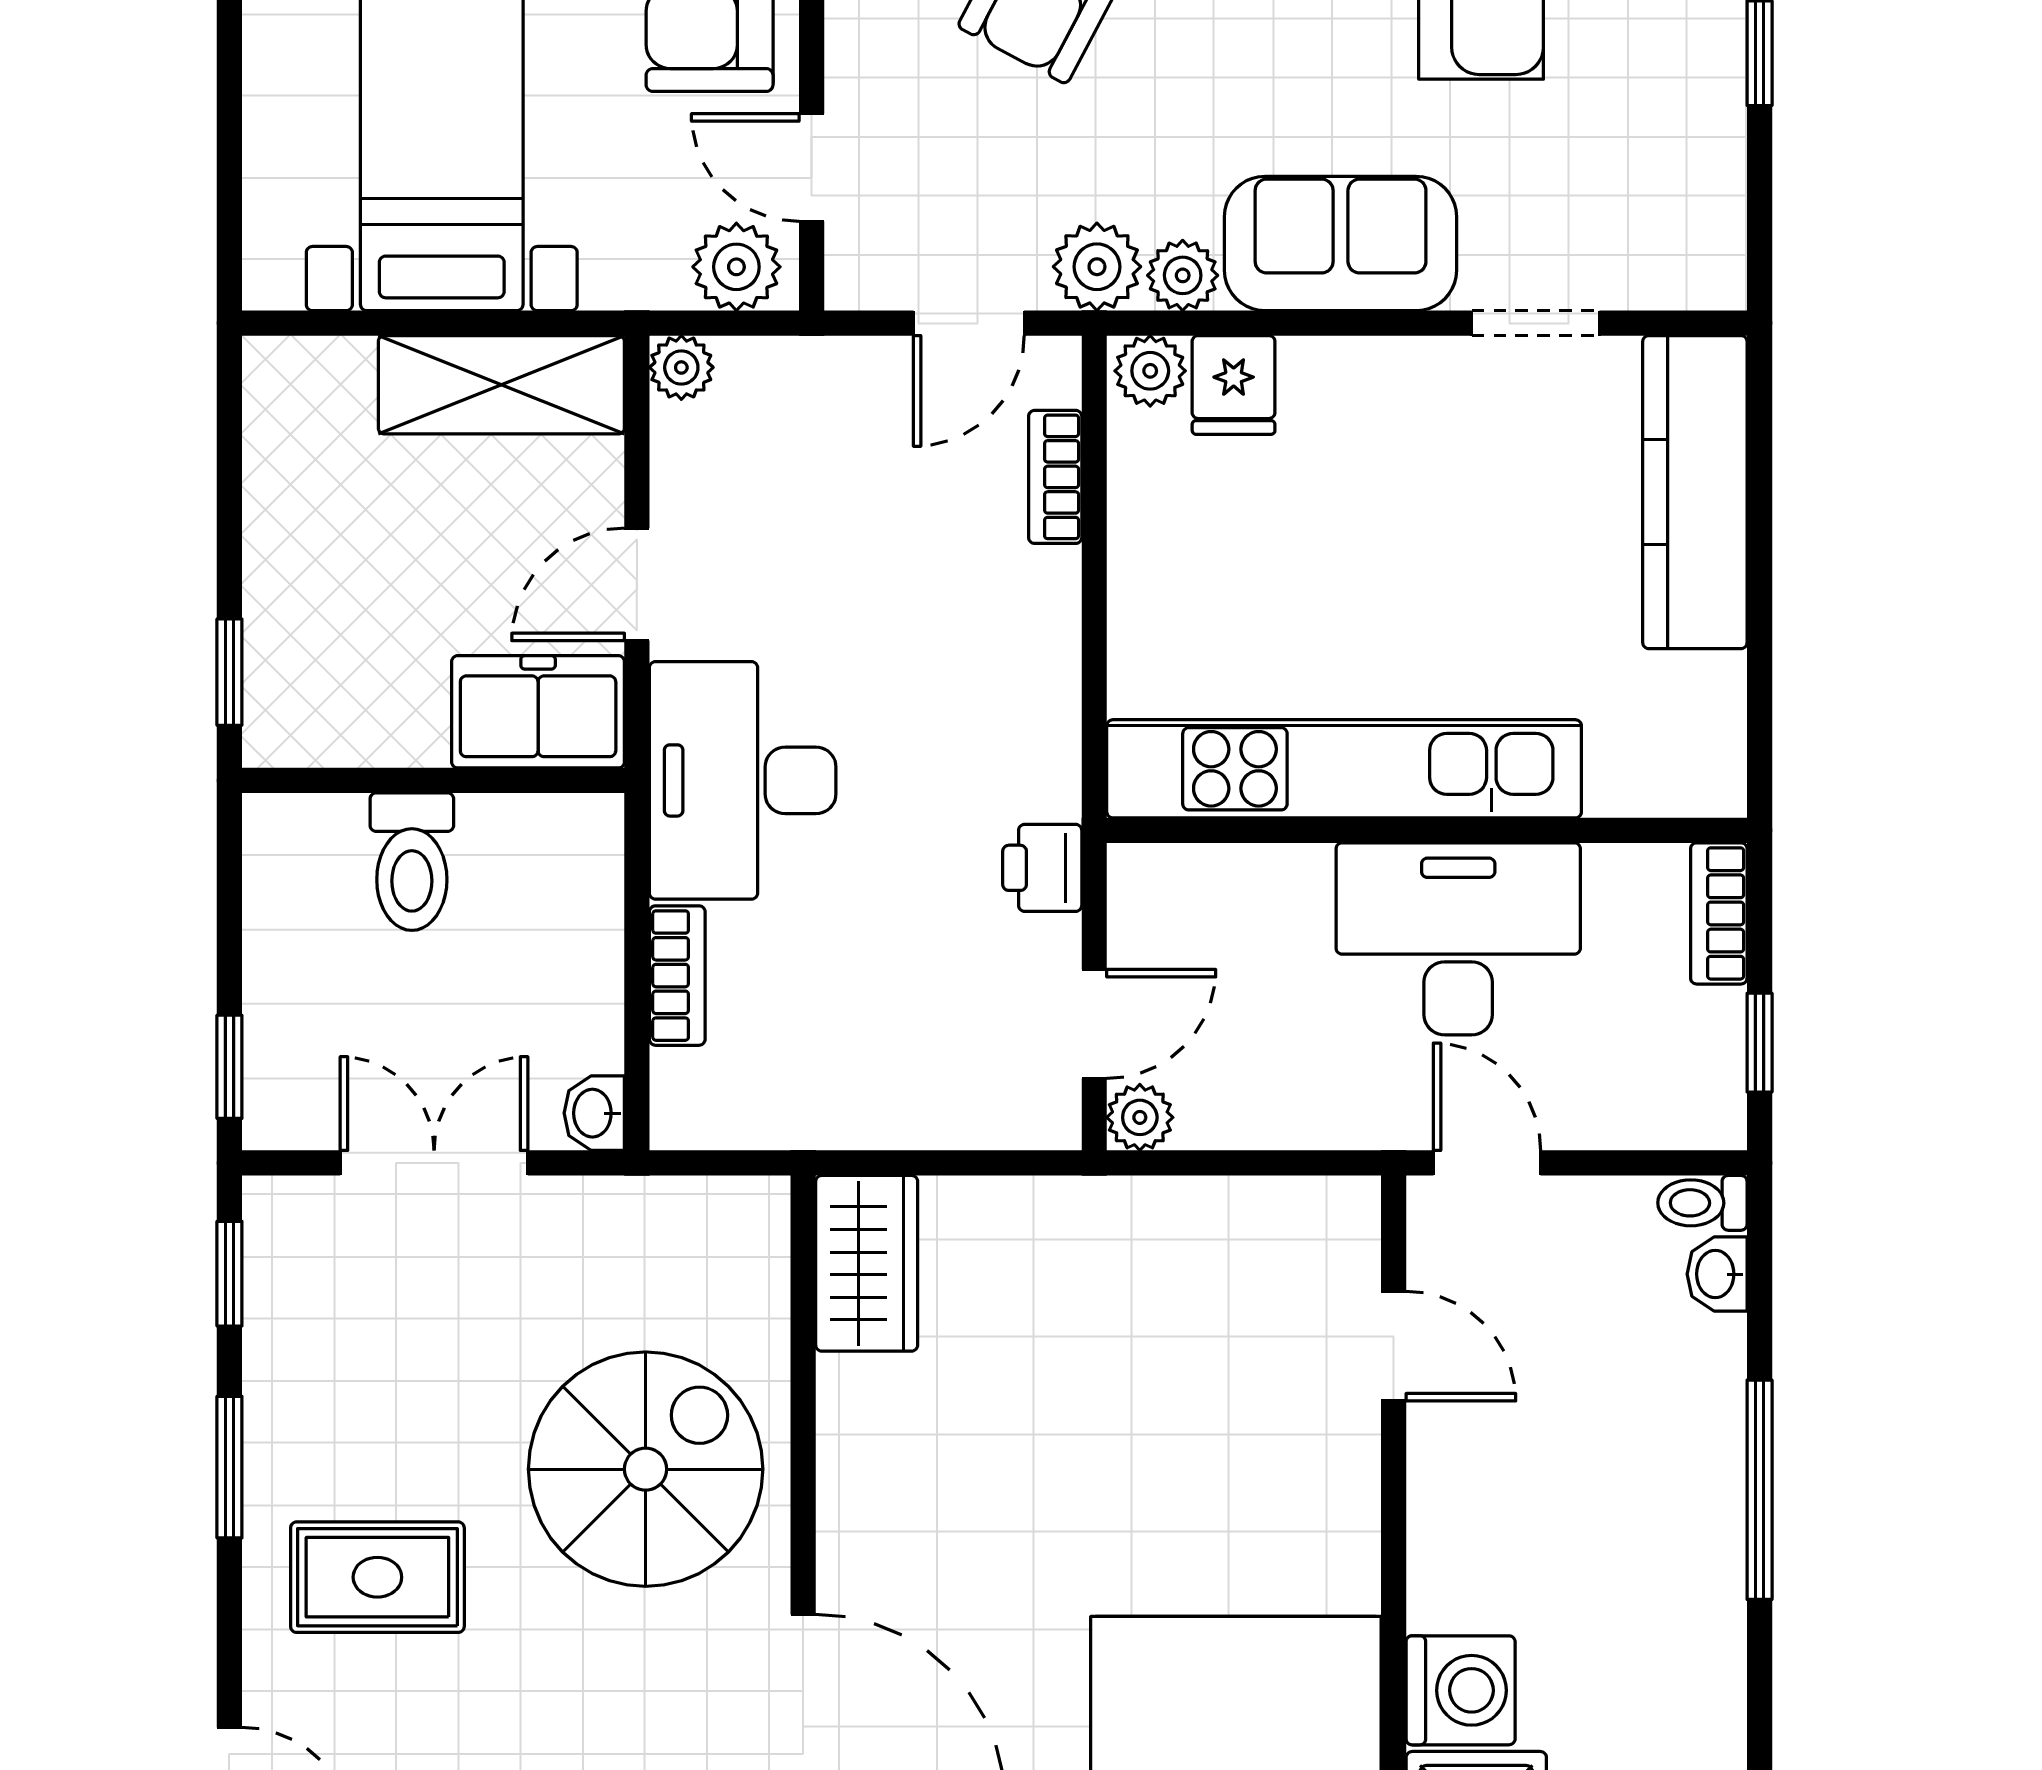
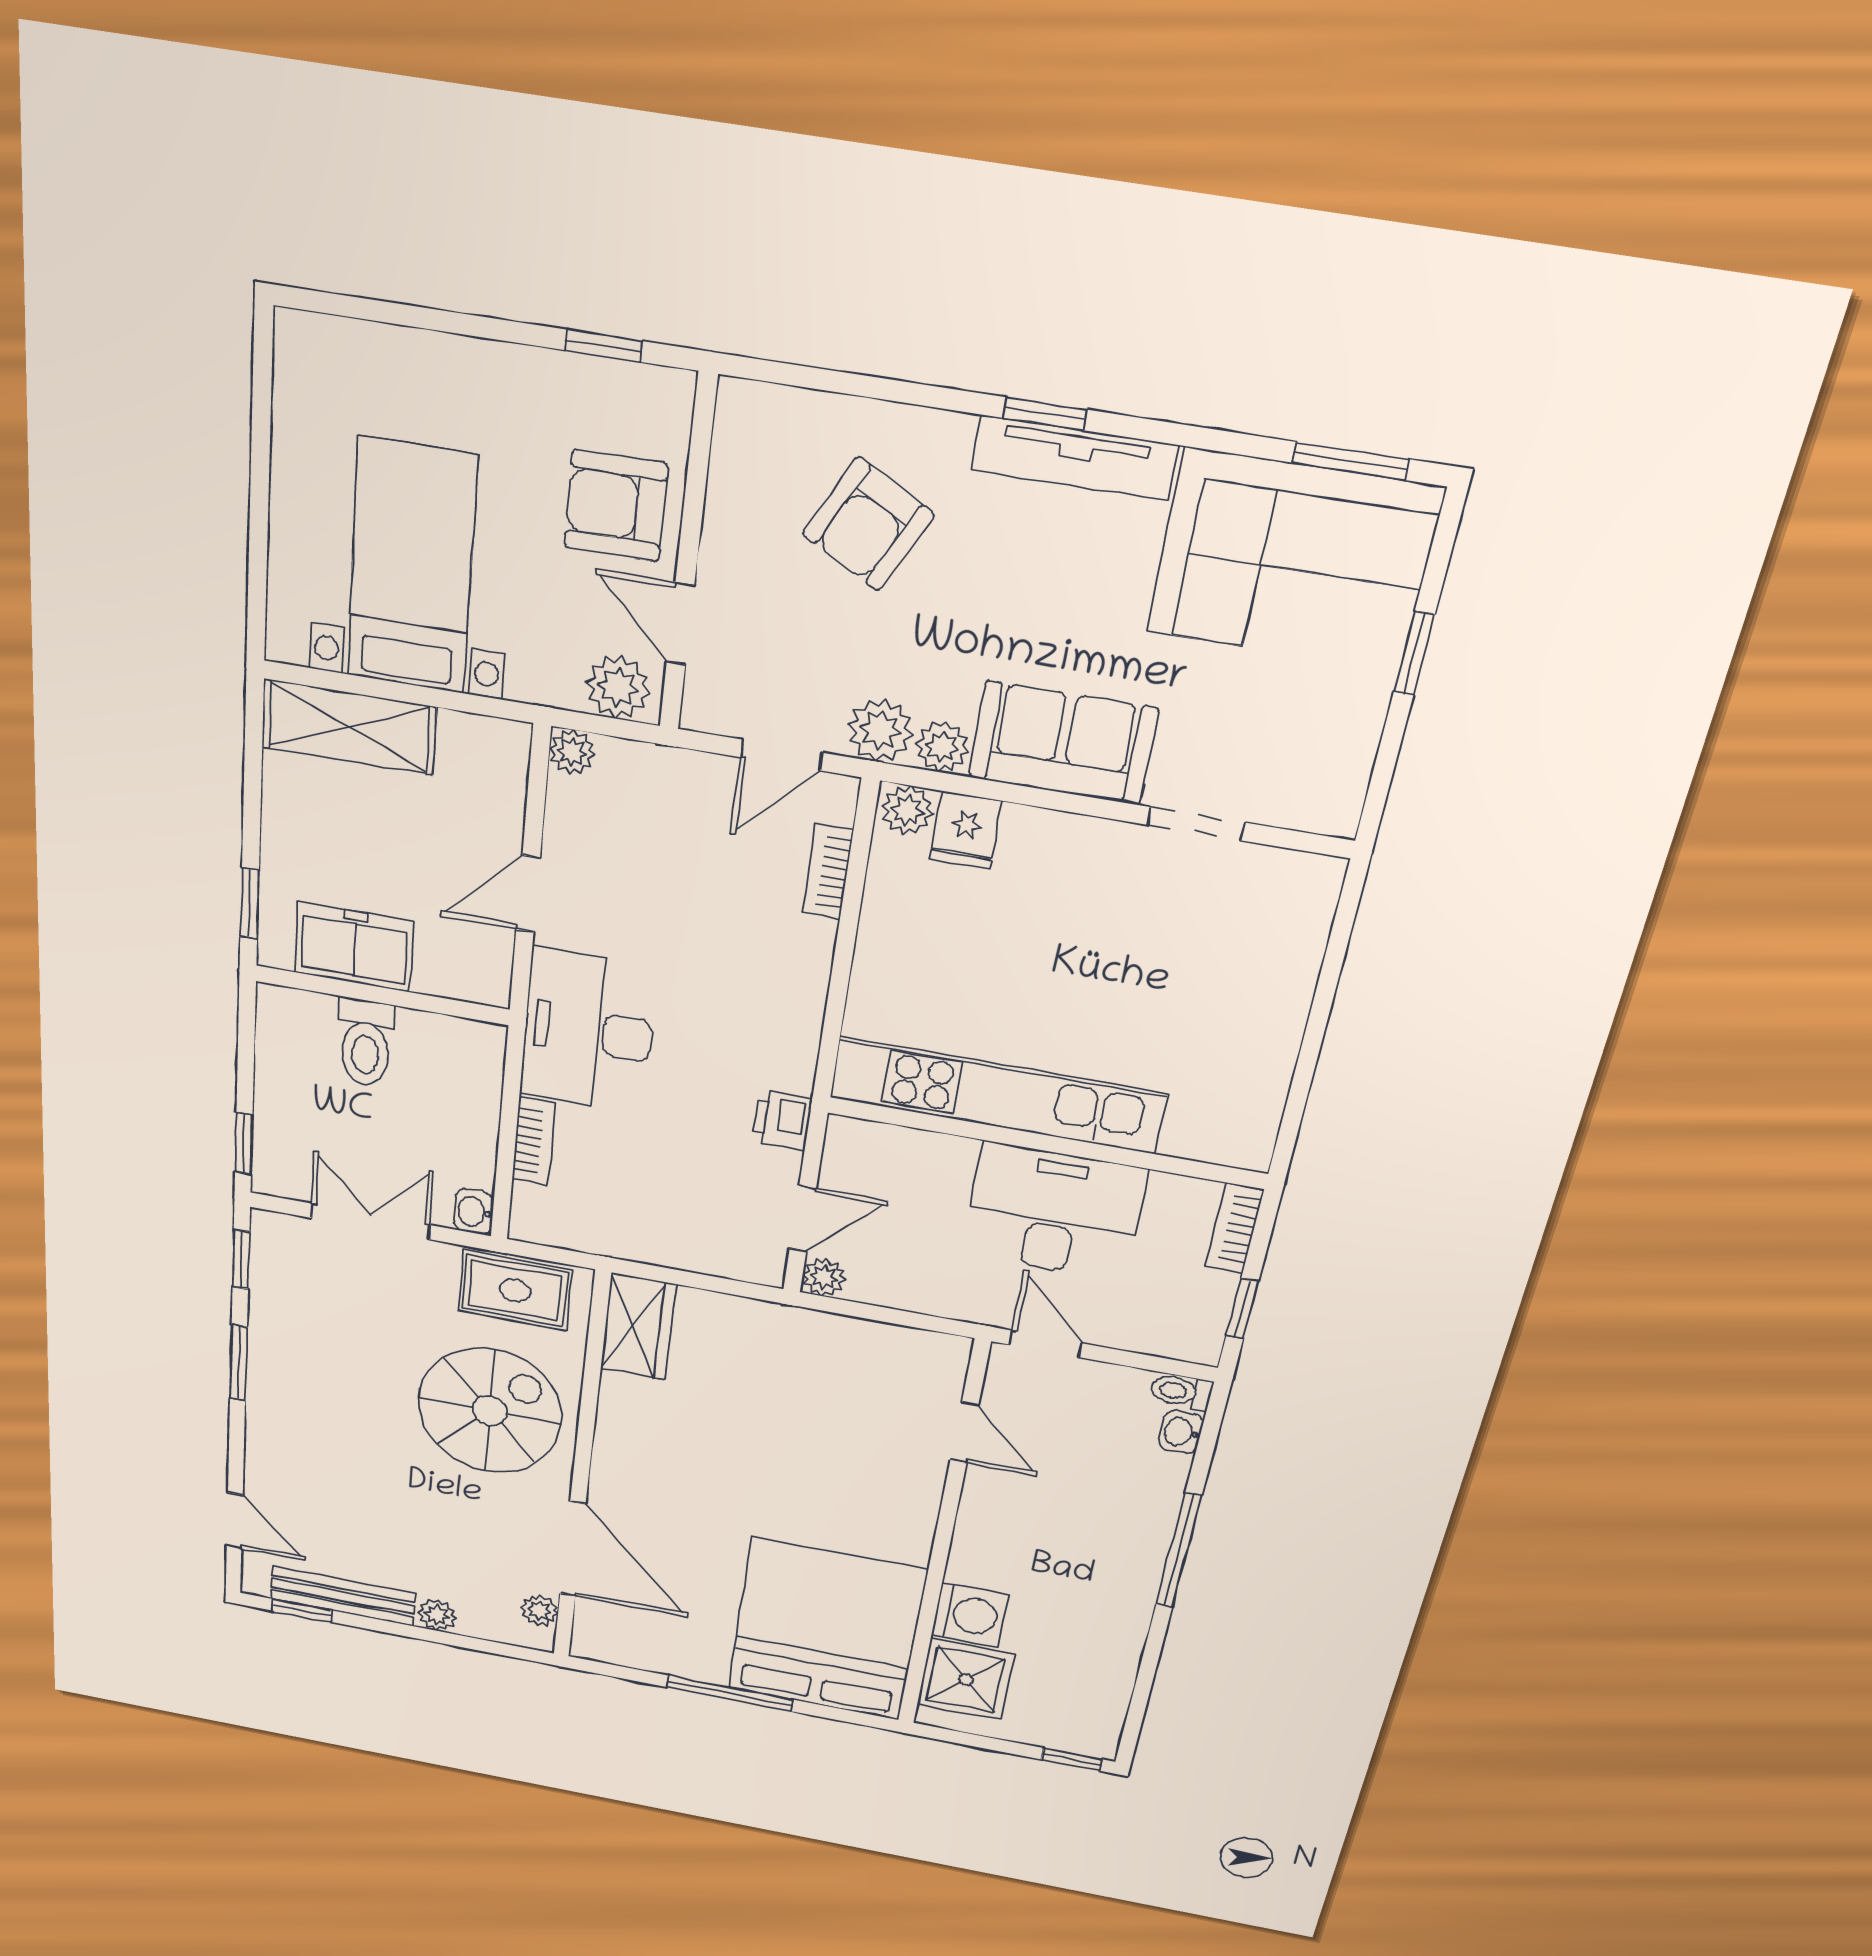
shelving: (501, 385) -> (349, 727), moved
kitchen counter: (1695, 492) -> (1285, 959), removed
freezer: (538, 712) -> (354, 947), moved
rug: (377, 1577) -> (515, 1291), moved

